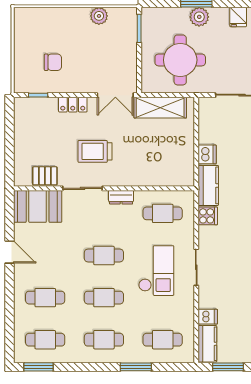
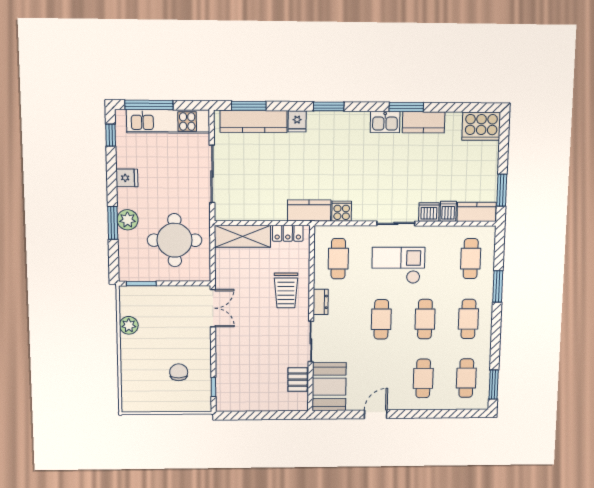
locker: (73, 105) -> (288, 233), moved, turned 90
shelving: (160, 108) -> (243, 236), moved, turned 90
trolley: (95, 151) -> (286, 290), moved
dishwasher: (207, 154) -> (429, 212), moved

